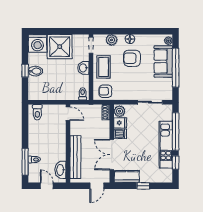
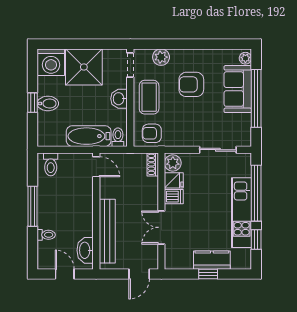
floor lamp: (130, 39) -> (188, 56), removed
bathtub: (63, 93) -> (89, 136), added
double door: (112, 155) -> (161, 227), width x0.73
window: (25, 162) -> (33, 206), moved
kitchen counter: (127, 177) -> (212, 260), moved

